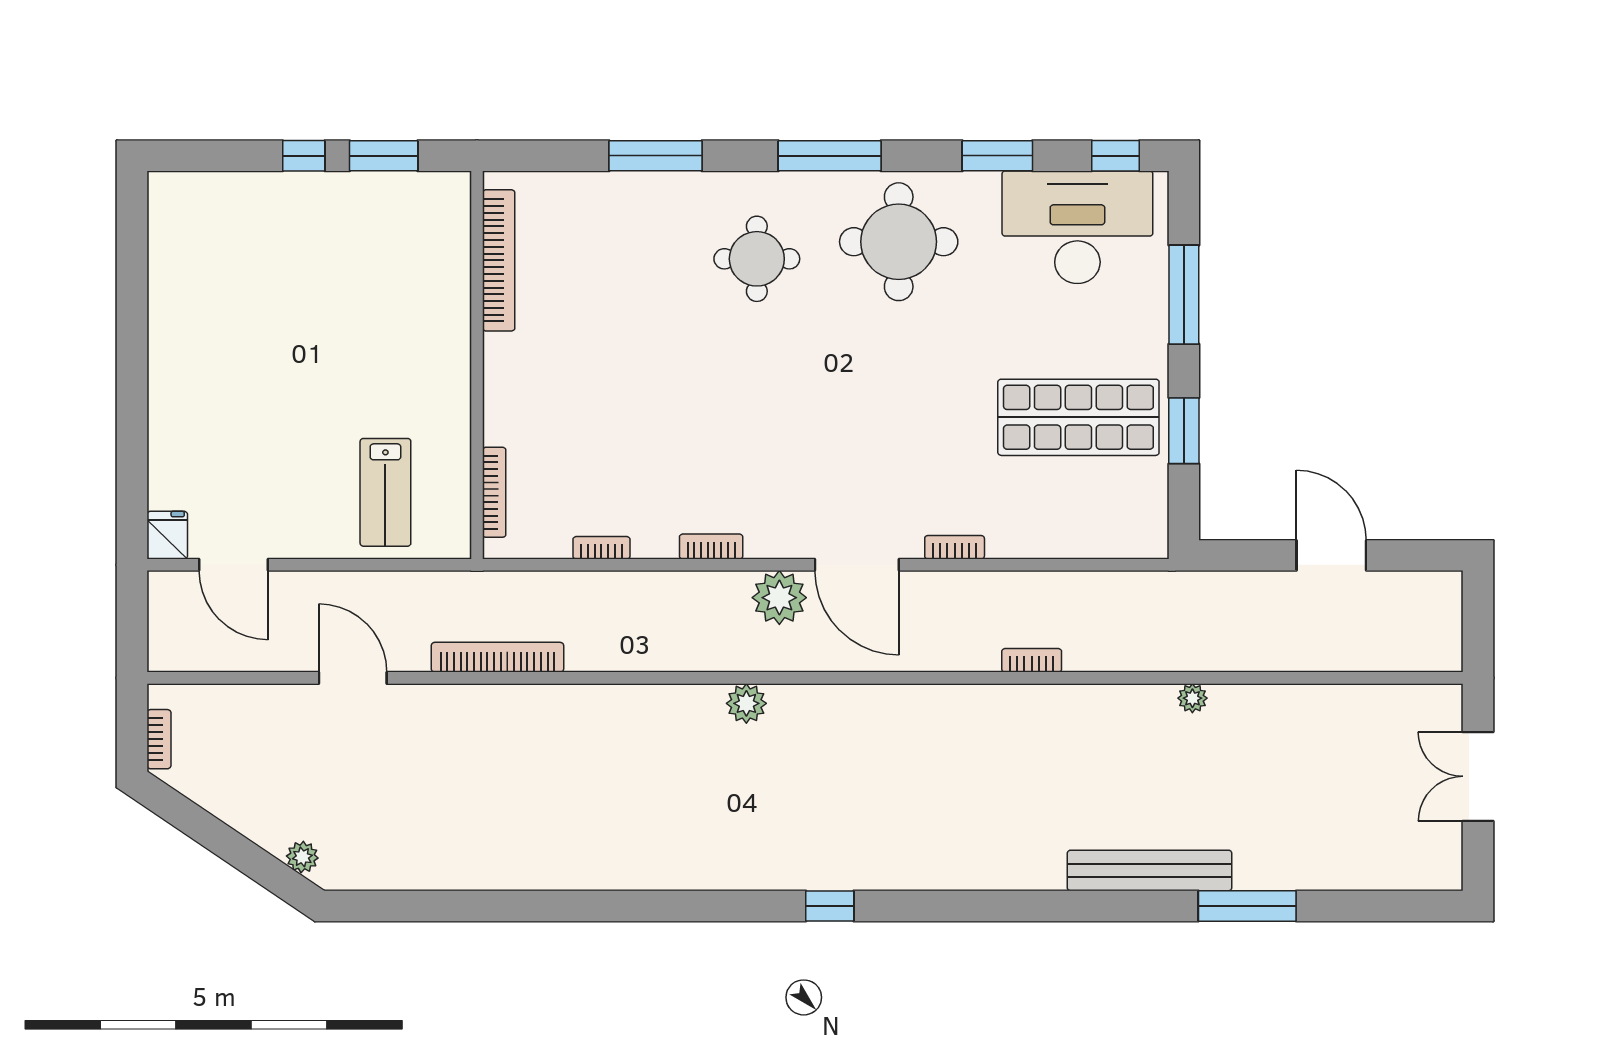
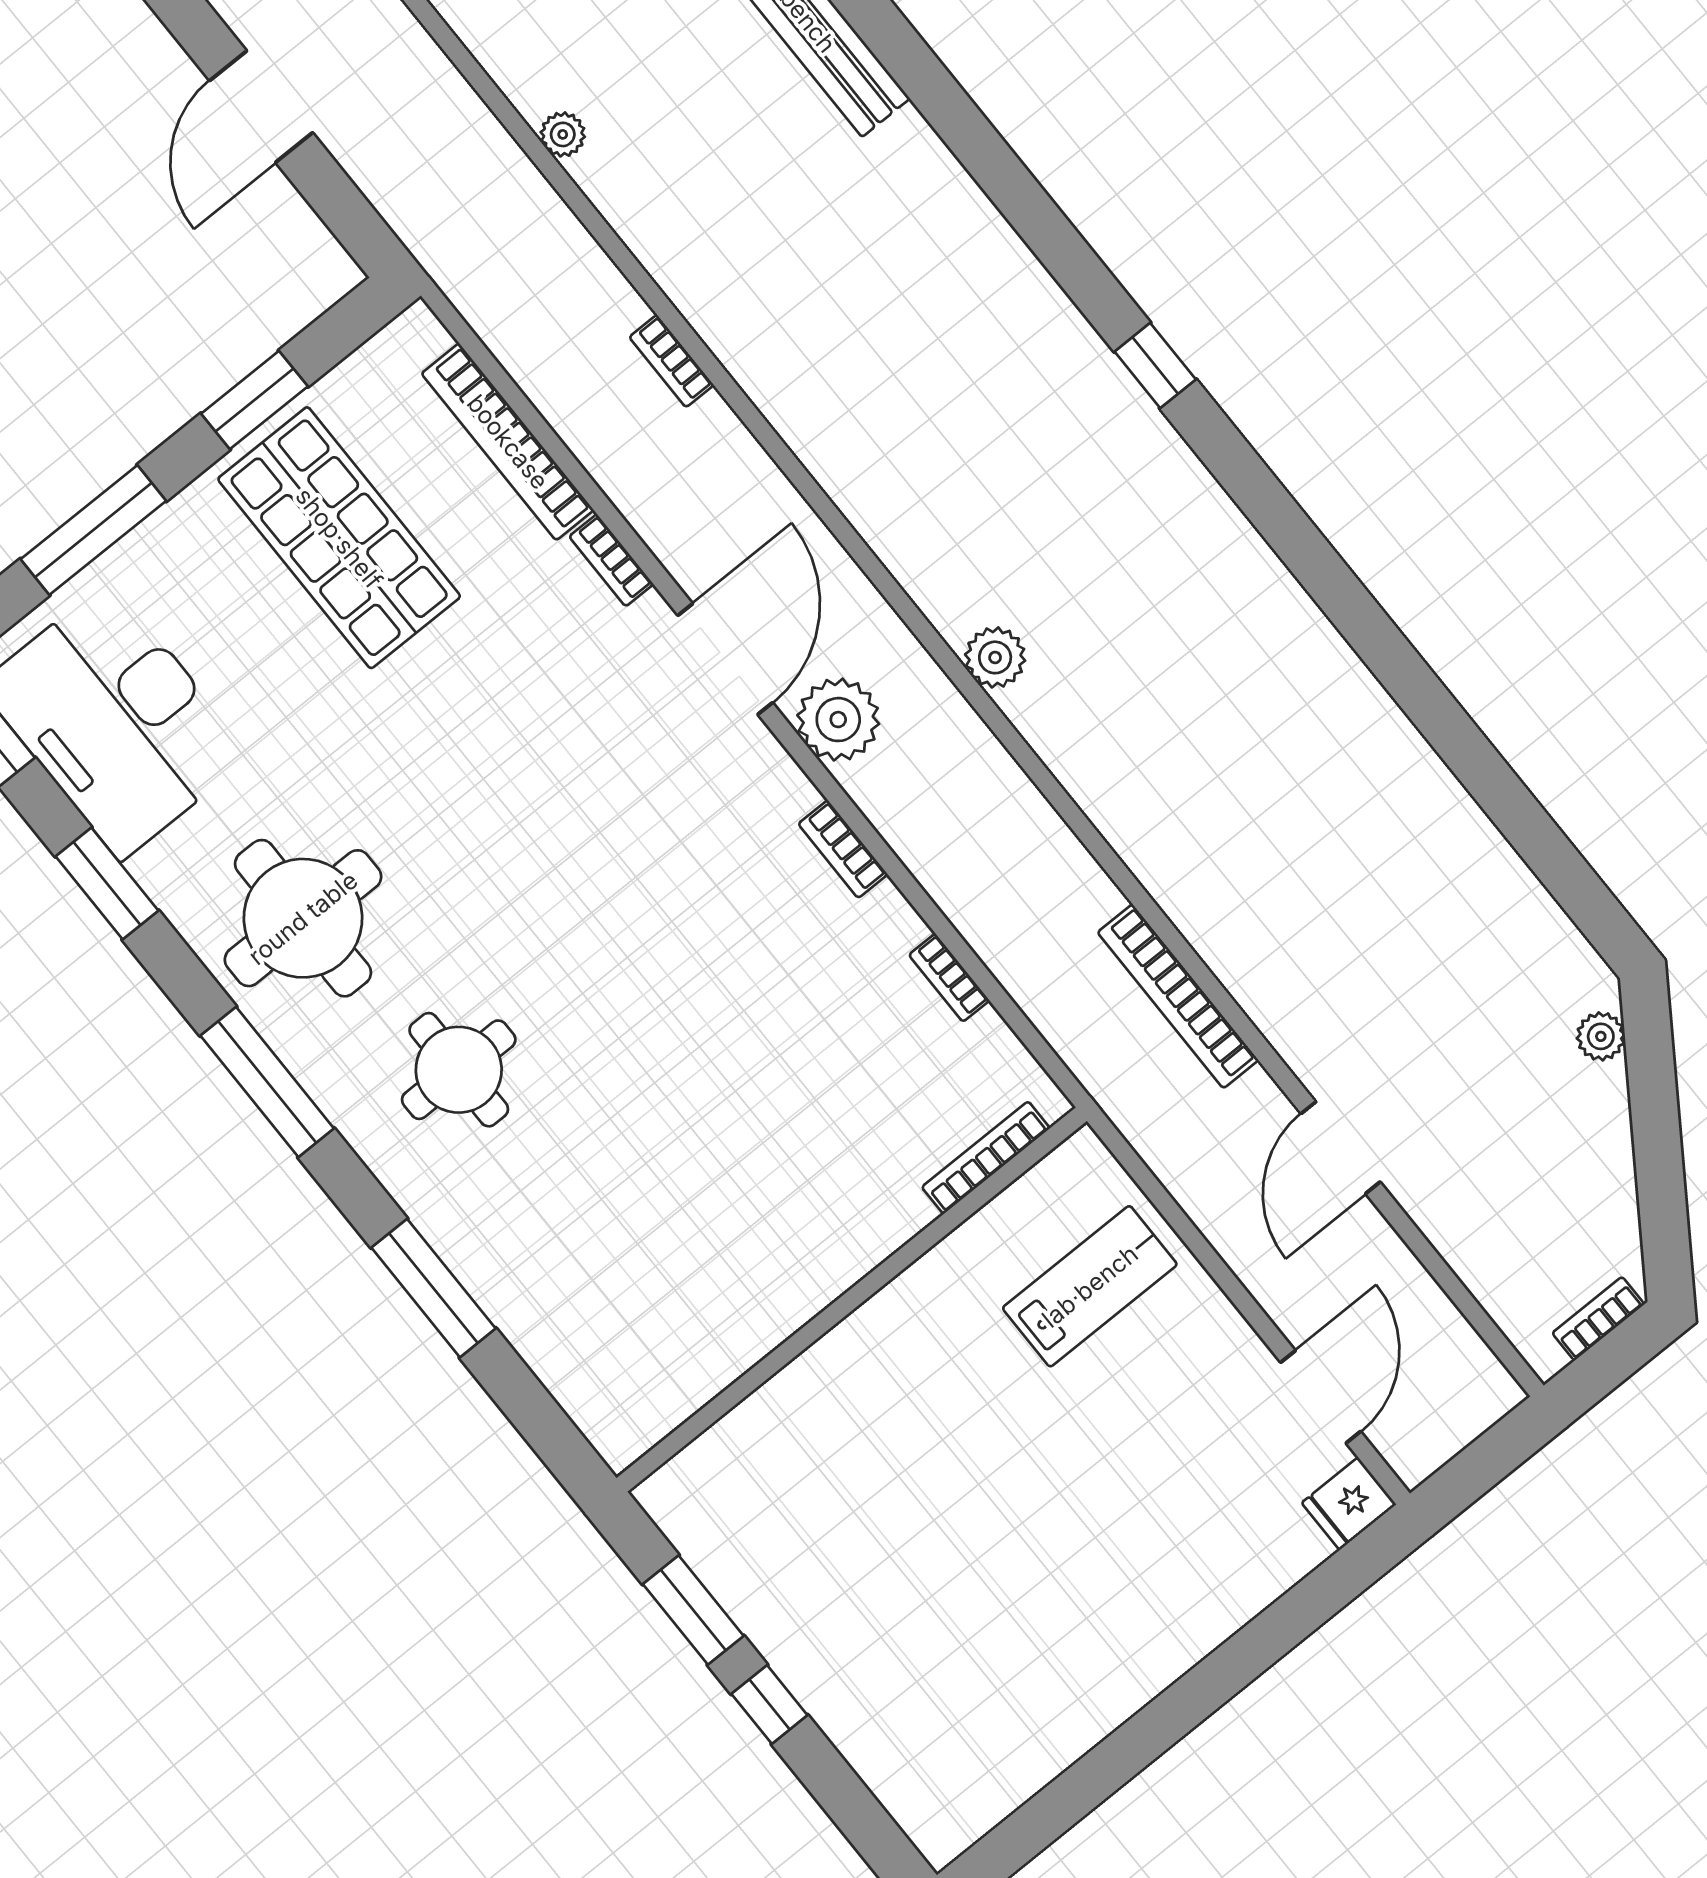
bookcase: (499, 260) -> (508, 442), moved, turned -90

